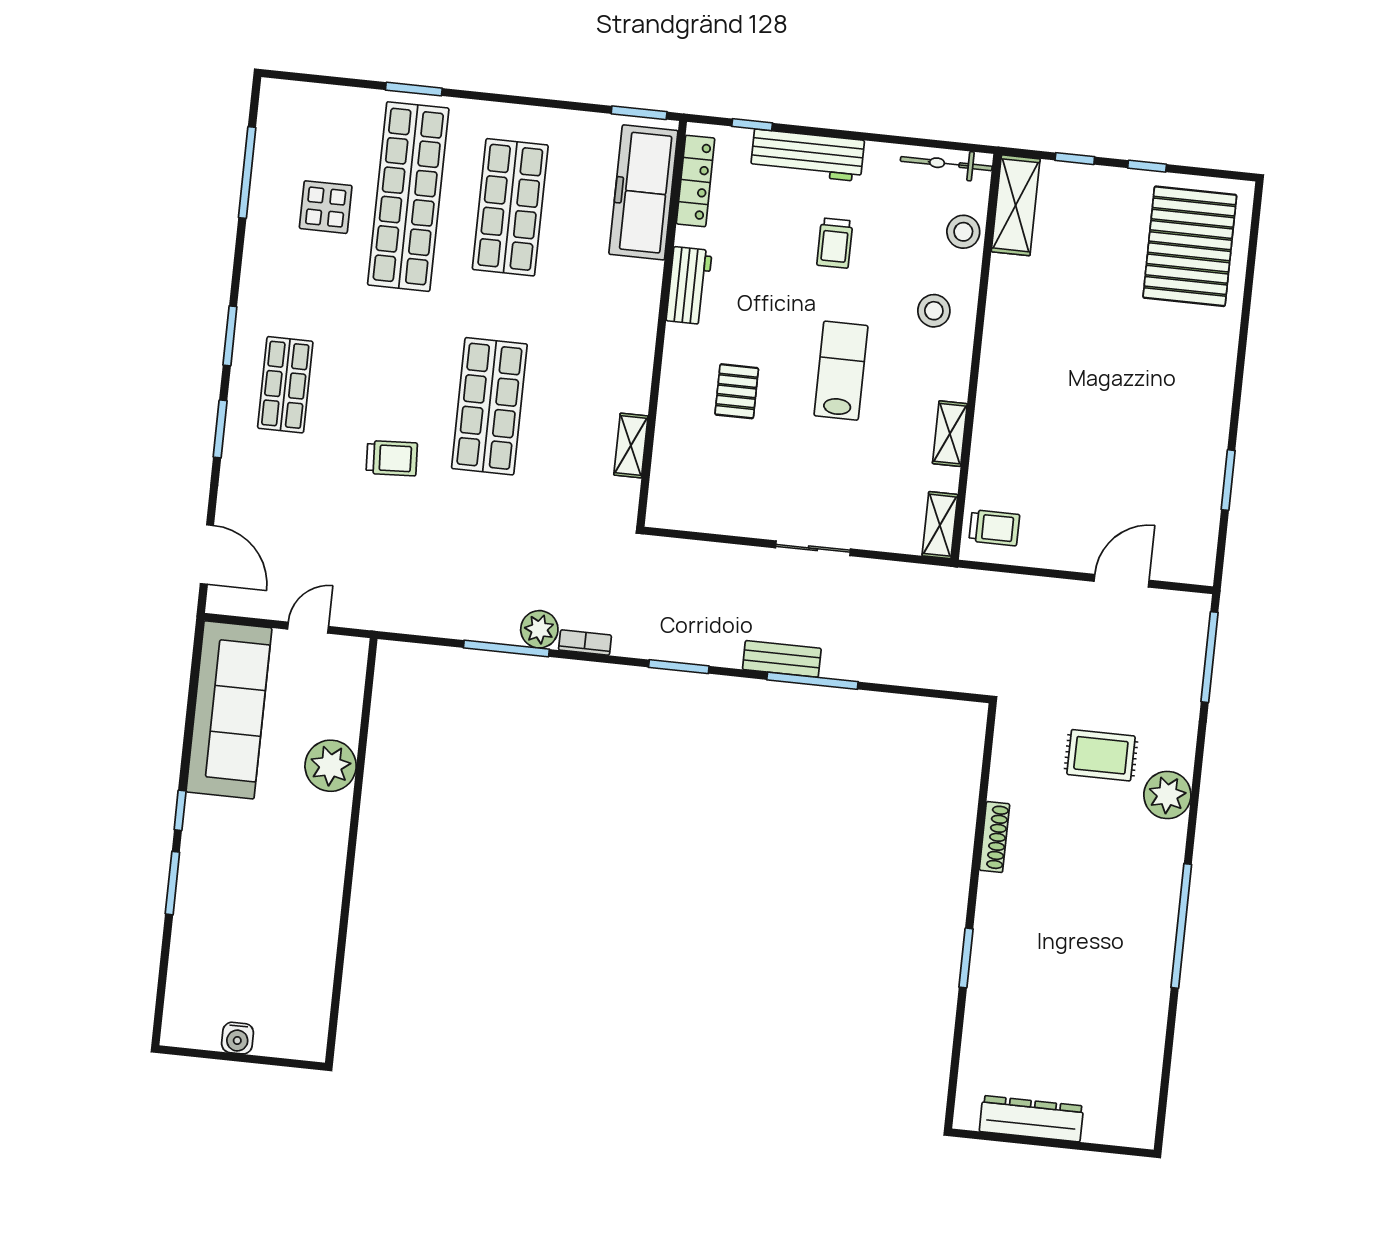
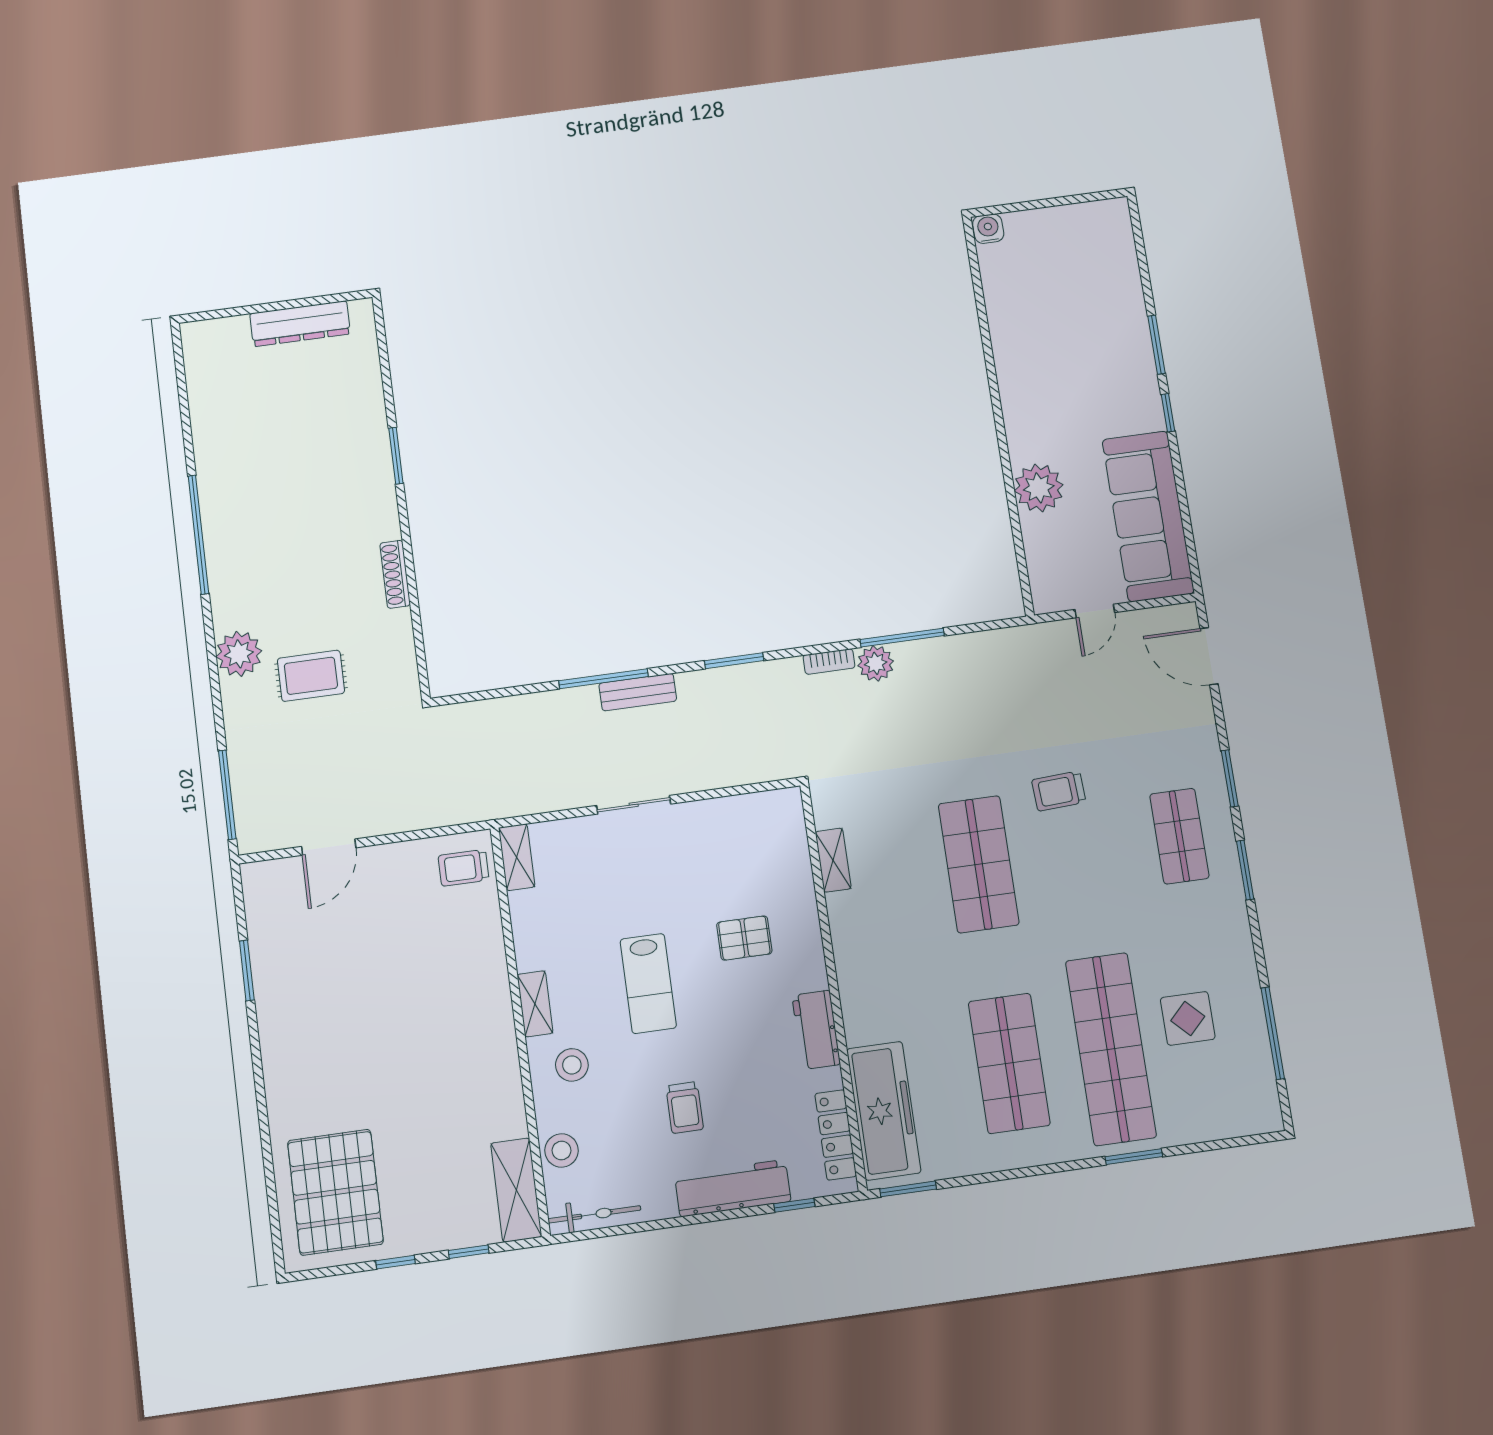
trolley: (835, 243) -> (685, 1108), turned 180
pallet: (737, 391) -> (744, 938), turned 90
shelving: (950, 434) -> (535, 1004), moved
water cooler: (238, 1038) -> (988, 229), moved

